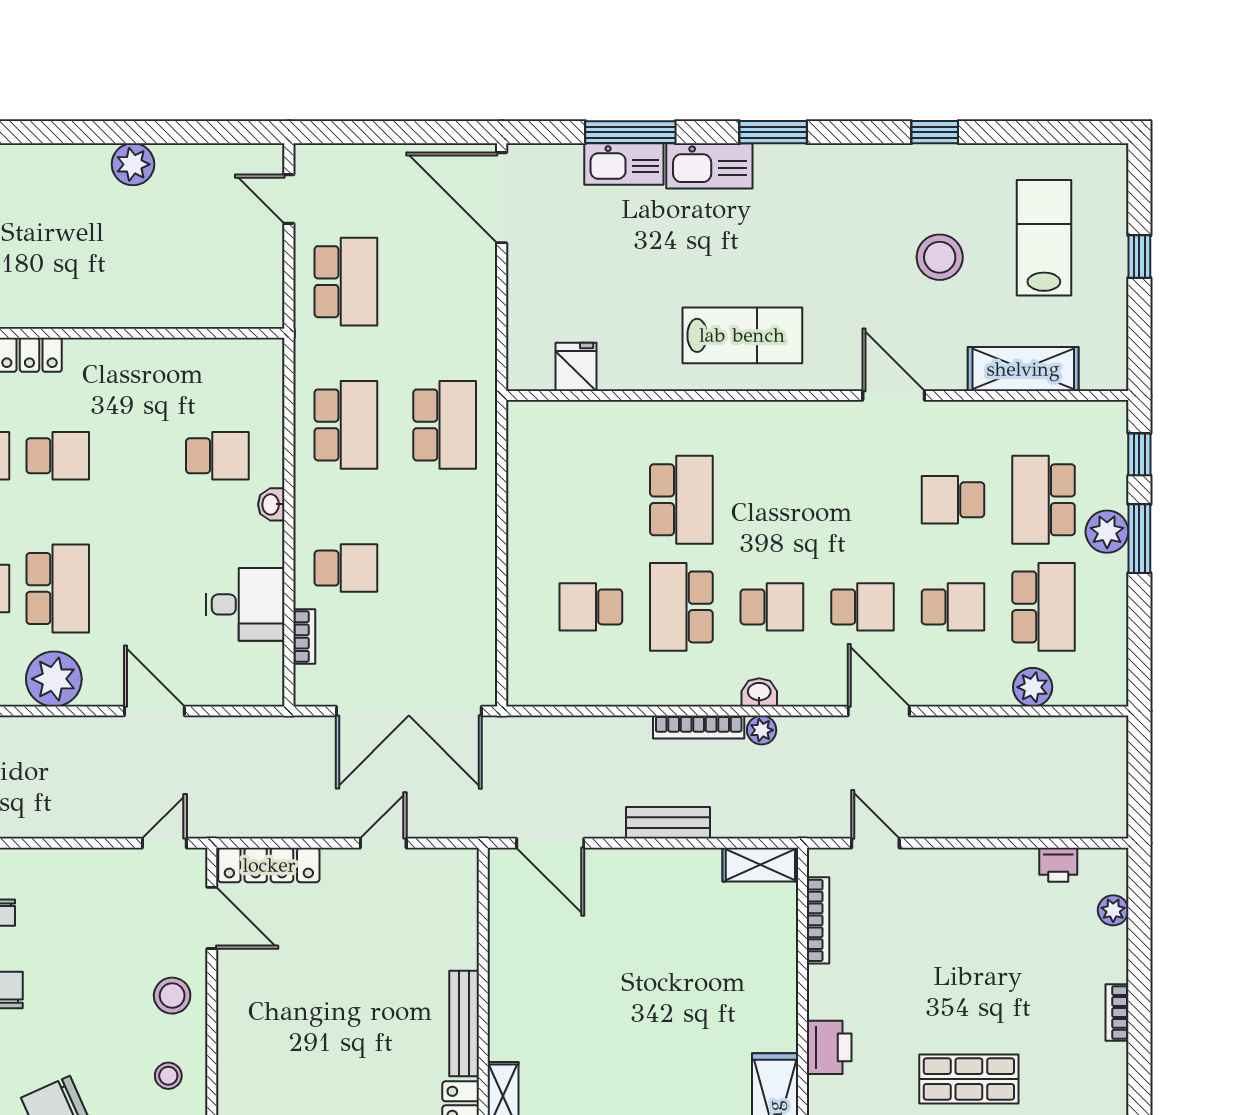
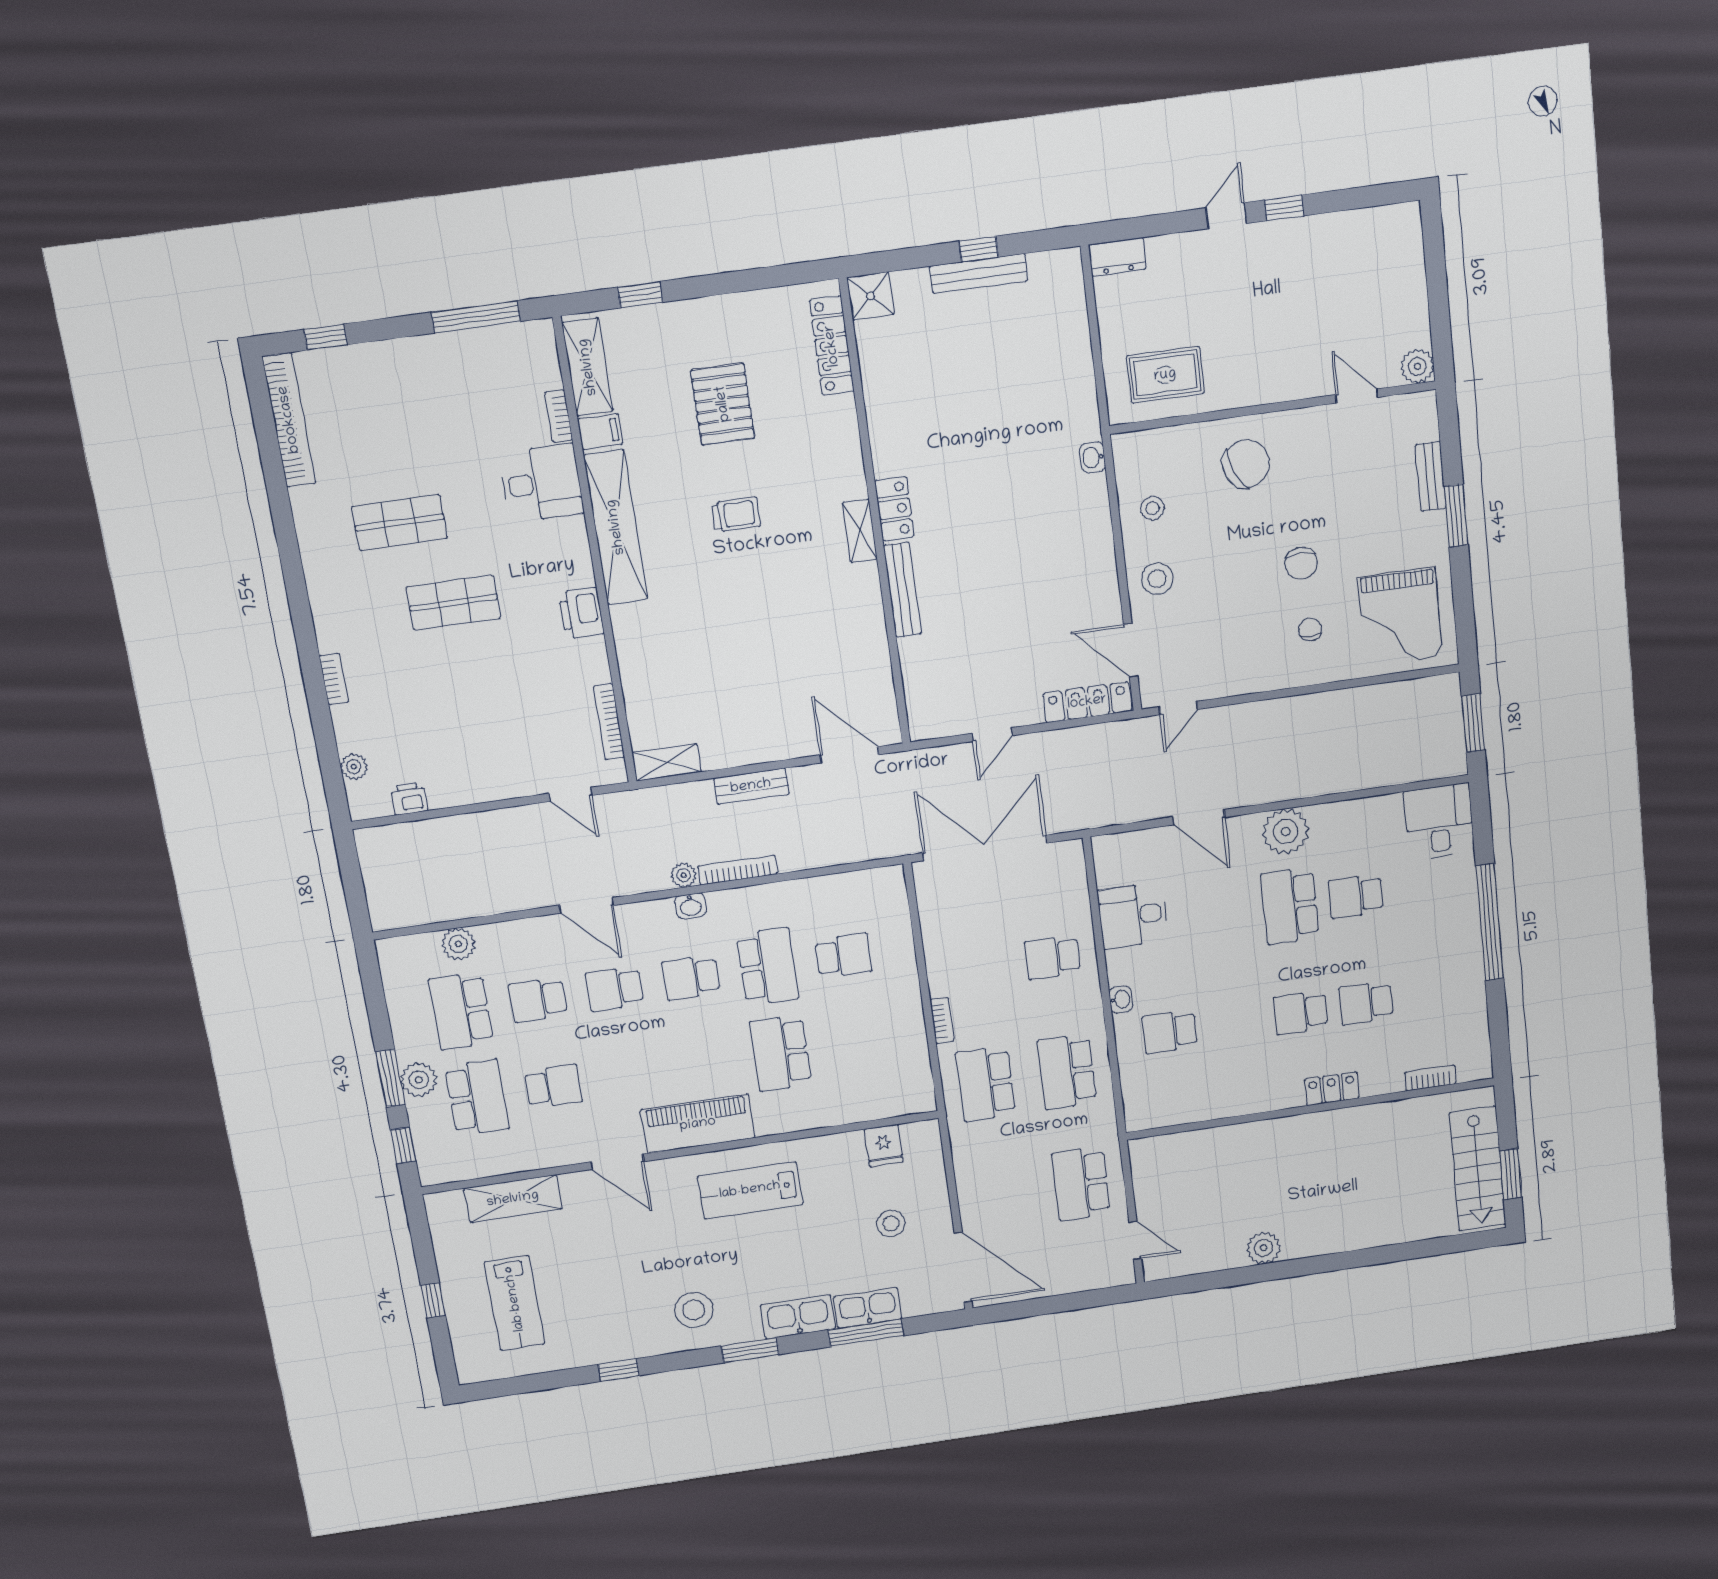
stool: (940, 257) -> (694, 1310), moved
stool: (581, 267) -> (891, 1224), added
piano: (792, 428) -> (698, 1124), added
bookcase: (304, 637) -> (942, 1020), moved, turned 180

